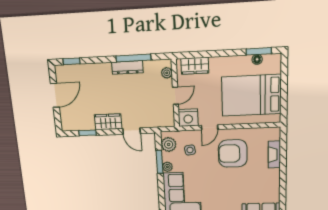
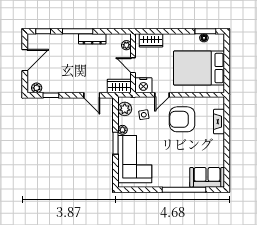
window: (133, 58) -> (78, 31), moved
door: (175, 96) -> (133, 65), swing flipped
wardrobe: (108, 122) -> (119, 86), moved
plant: (71, 125) -> (37, 88), added
window: (159, 162) -> (115, 143), moved

